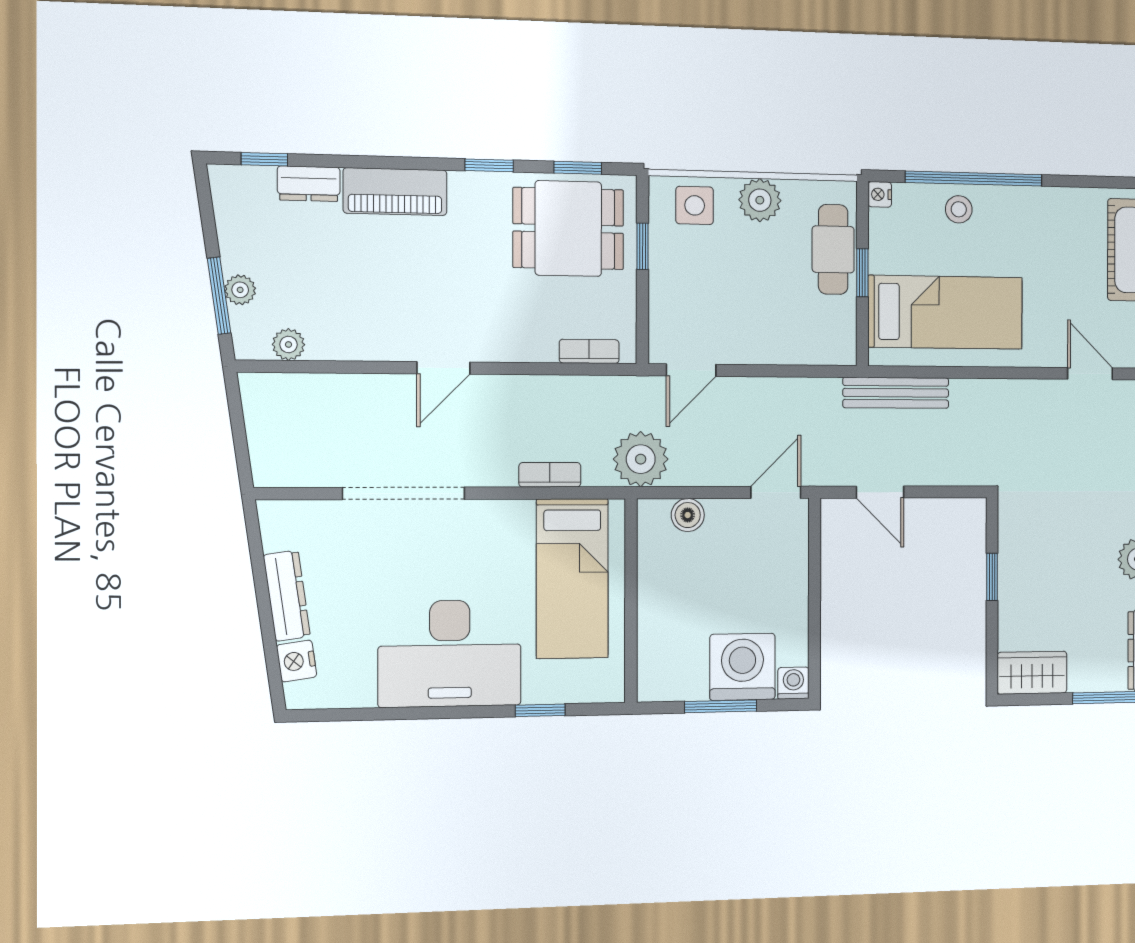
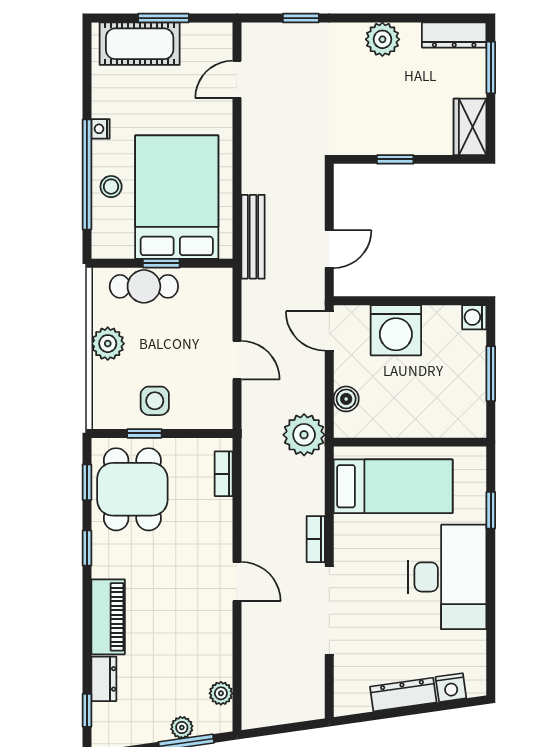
nightstand: (880, 194) -> (100, 129), moved, turned 90
side table: (695, 205) -> (155, 401), moved
bed: (945, 312) -> (177, 197), width x1.50
door: (691, 370) -> (237, 360), moved
bookcase: (550, 475) -> (316, 539), moved
washing machine: (742, 667) -> (396, 330), moved, turned -90

